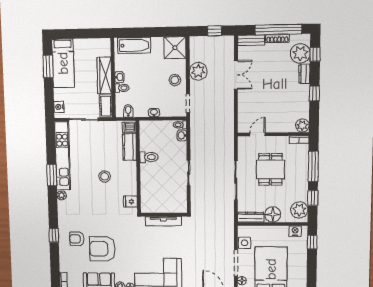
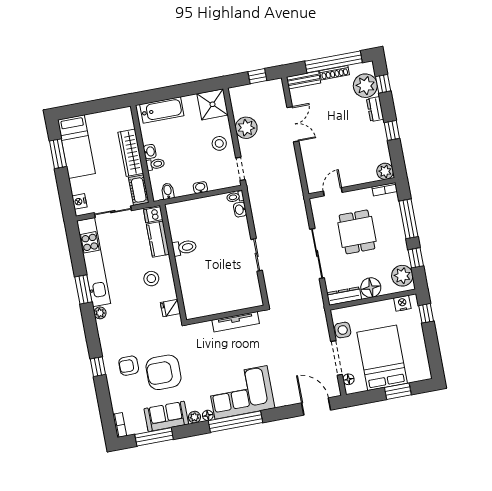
dishwasher: (129, 127) -> (153, 215), moved
kitchen counter: (130, 147) -> (158, 239), moved
toilet: (149, 157) -> (184, 248), moved
wall: (138, 167) -> (173, 263), moved
fridge: (130, 202) -> (170, 308), moved

